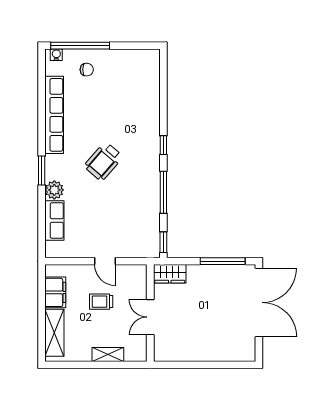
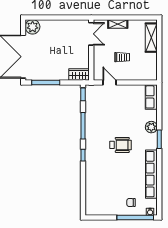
wheelchair: (103, 161) -> (121, 145), turned 49
row of seats: (54, 220) -> (151, 97), moved
door: (105, 261) -> (109, 82), moved
filing cabinet: (55, 292) -> (151, 63), removed
double door: (150, 317) -> (91, 34), moved
plant: (244, 350) -> (33, 27), added

